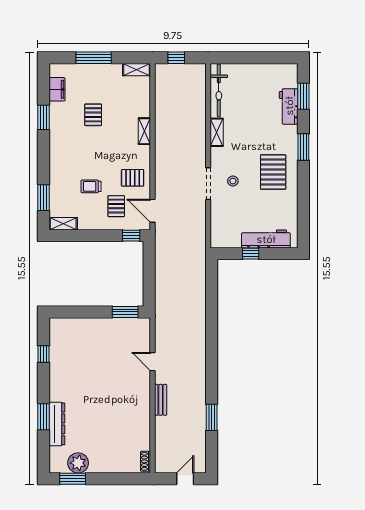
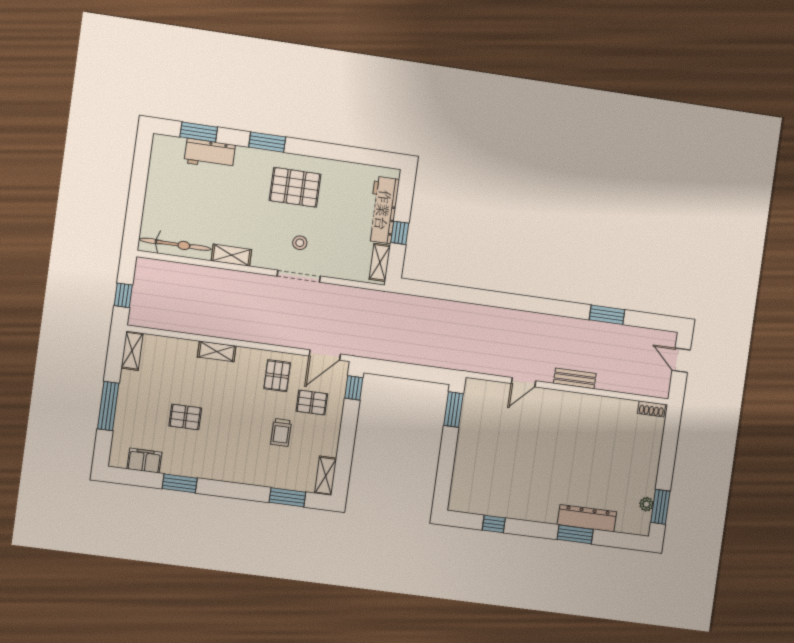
shelving: (227, 242) -> (380, 262), added
plant: (78, 463) -> (646, 504), width x0.53, depth x0.53

